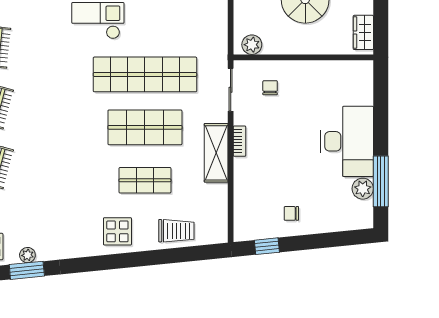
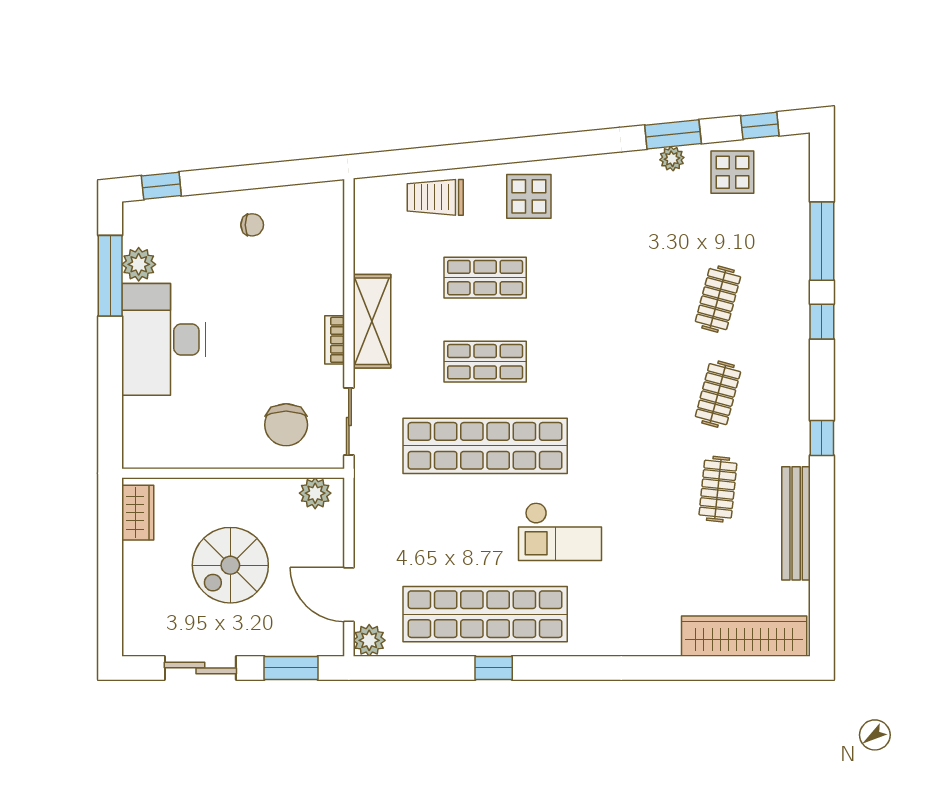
chair: (270, 88) -> (286, 425), width x1.87, depth x1.87
shop shelf: (145, 127) -> (485, 362), width x0.70, depth x0.74
window: (267, 246) -> (161, 186), moved

